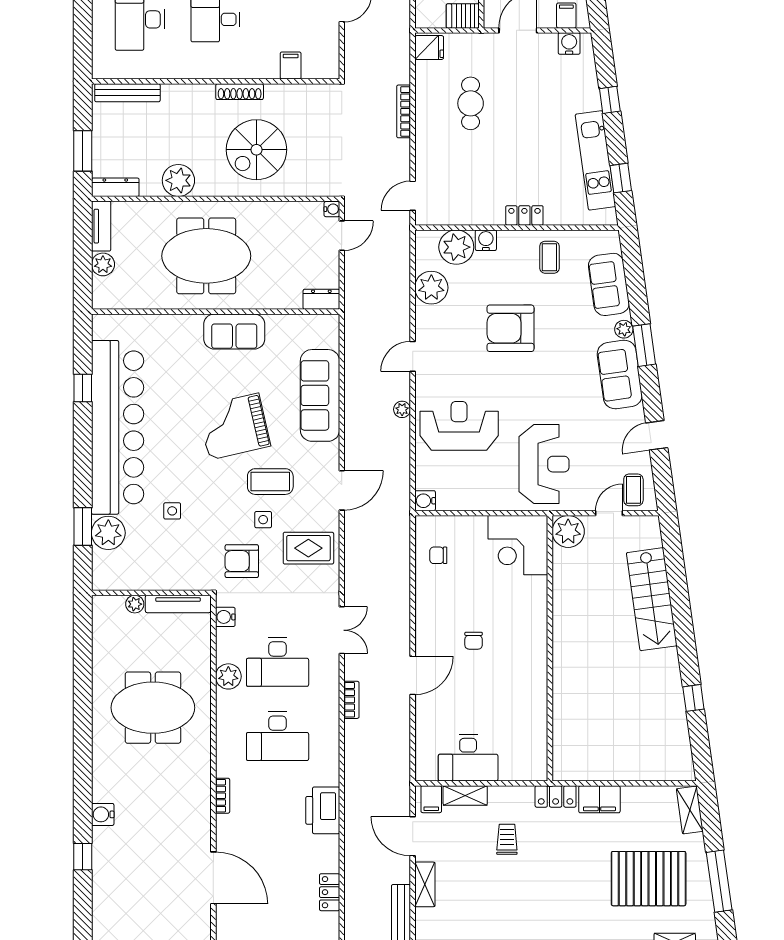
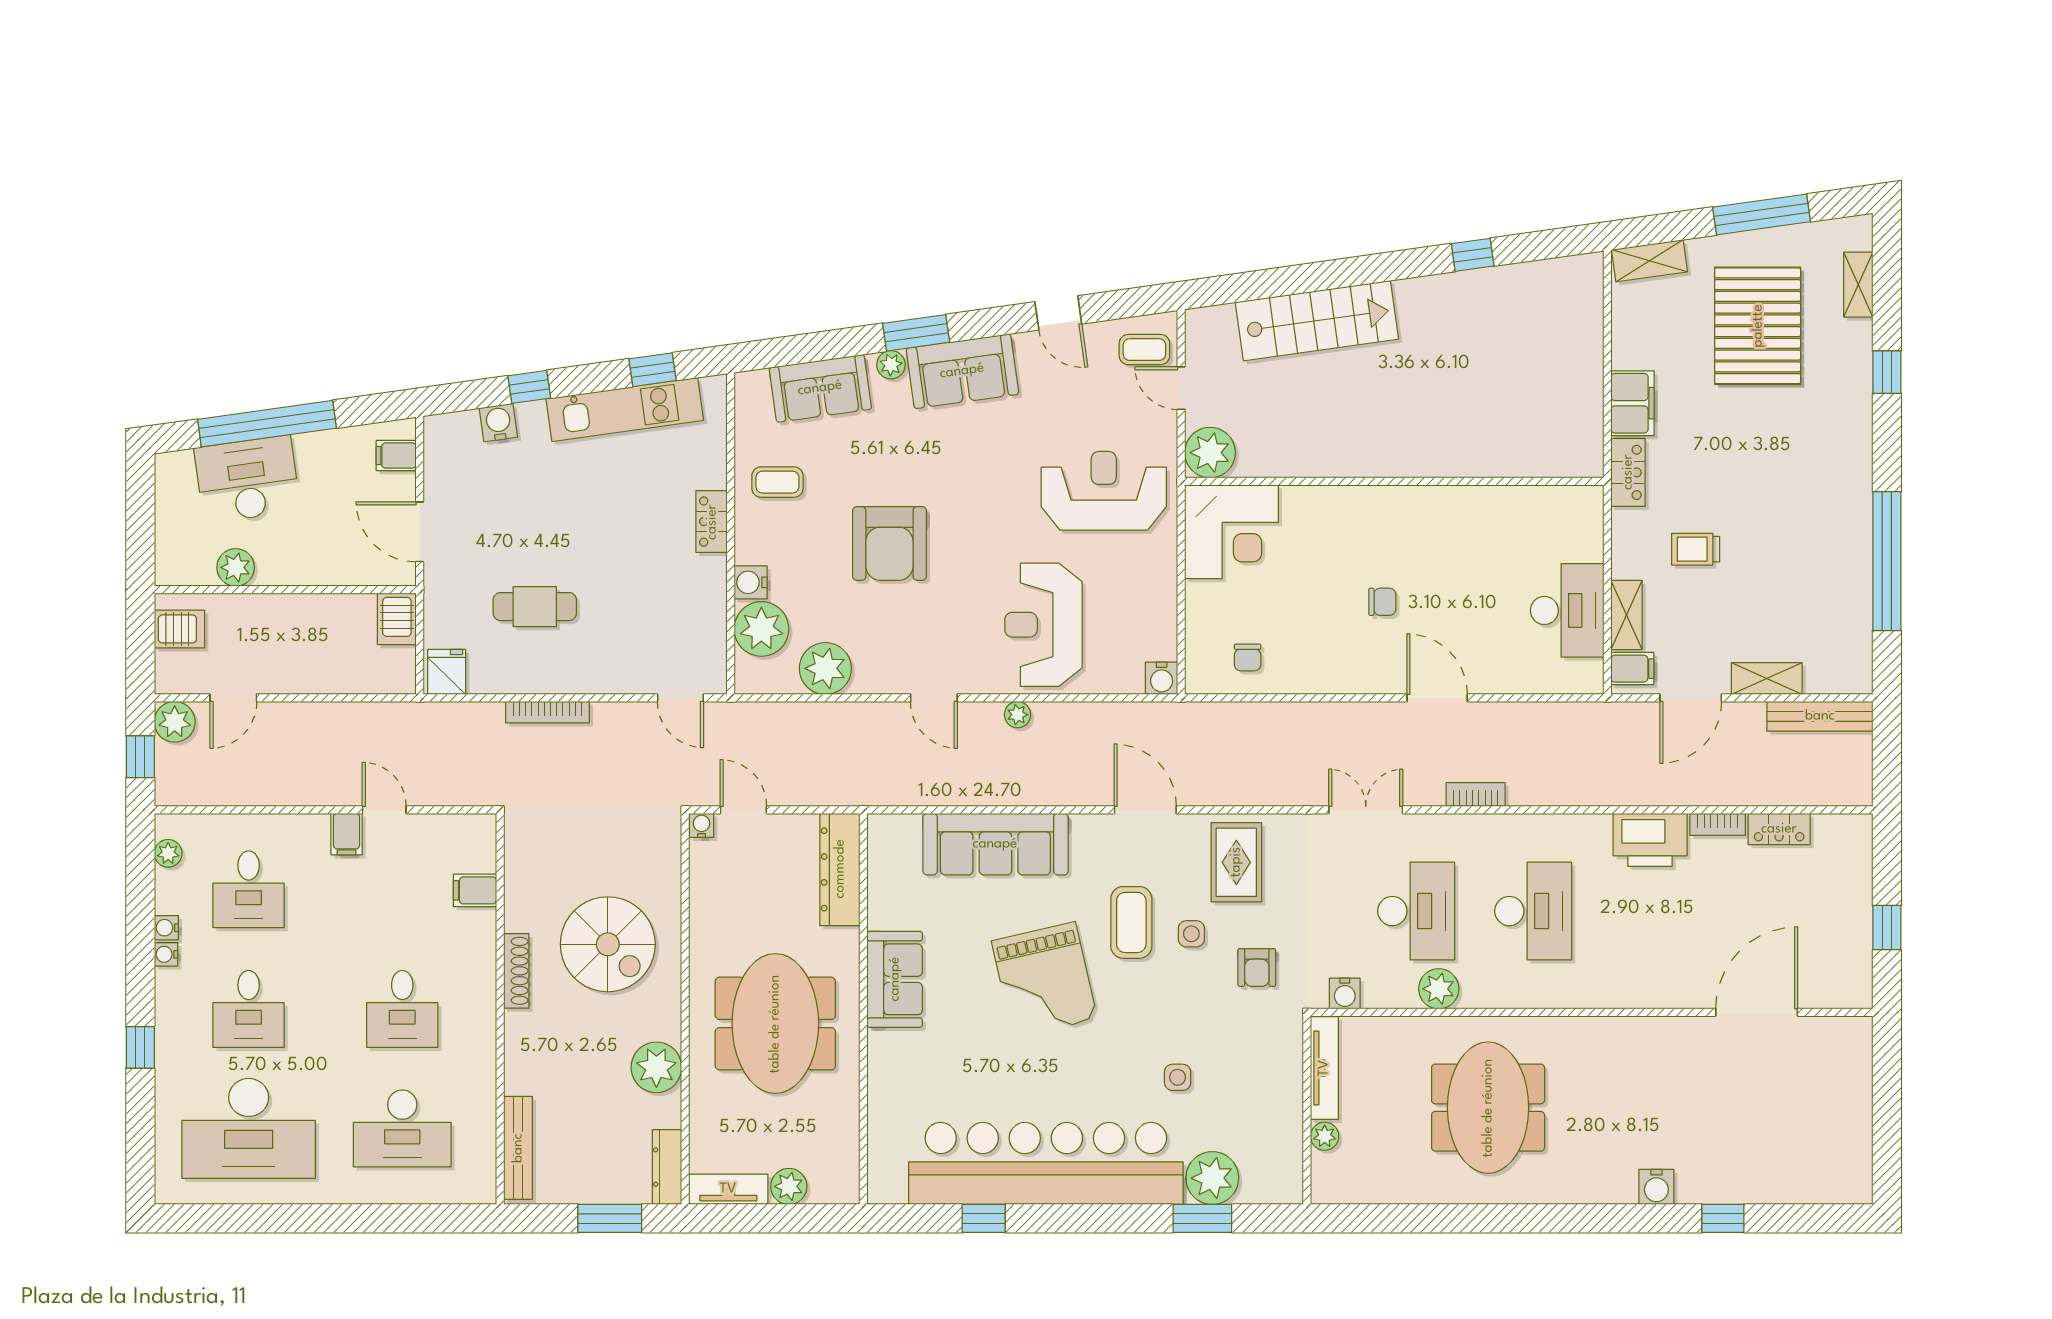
water cooler: (569, 44) -> (498, 423), moved, turned 82
dresser: (321, 299) -> (840, 869), width x1.96, depth x1.24
armchair: (242, 561) -> (1257, 968), width x0.72, depth x0.72
bookcase: (223, 796) -> (1718, 824), moved, turned 180

